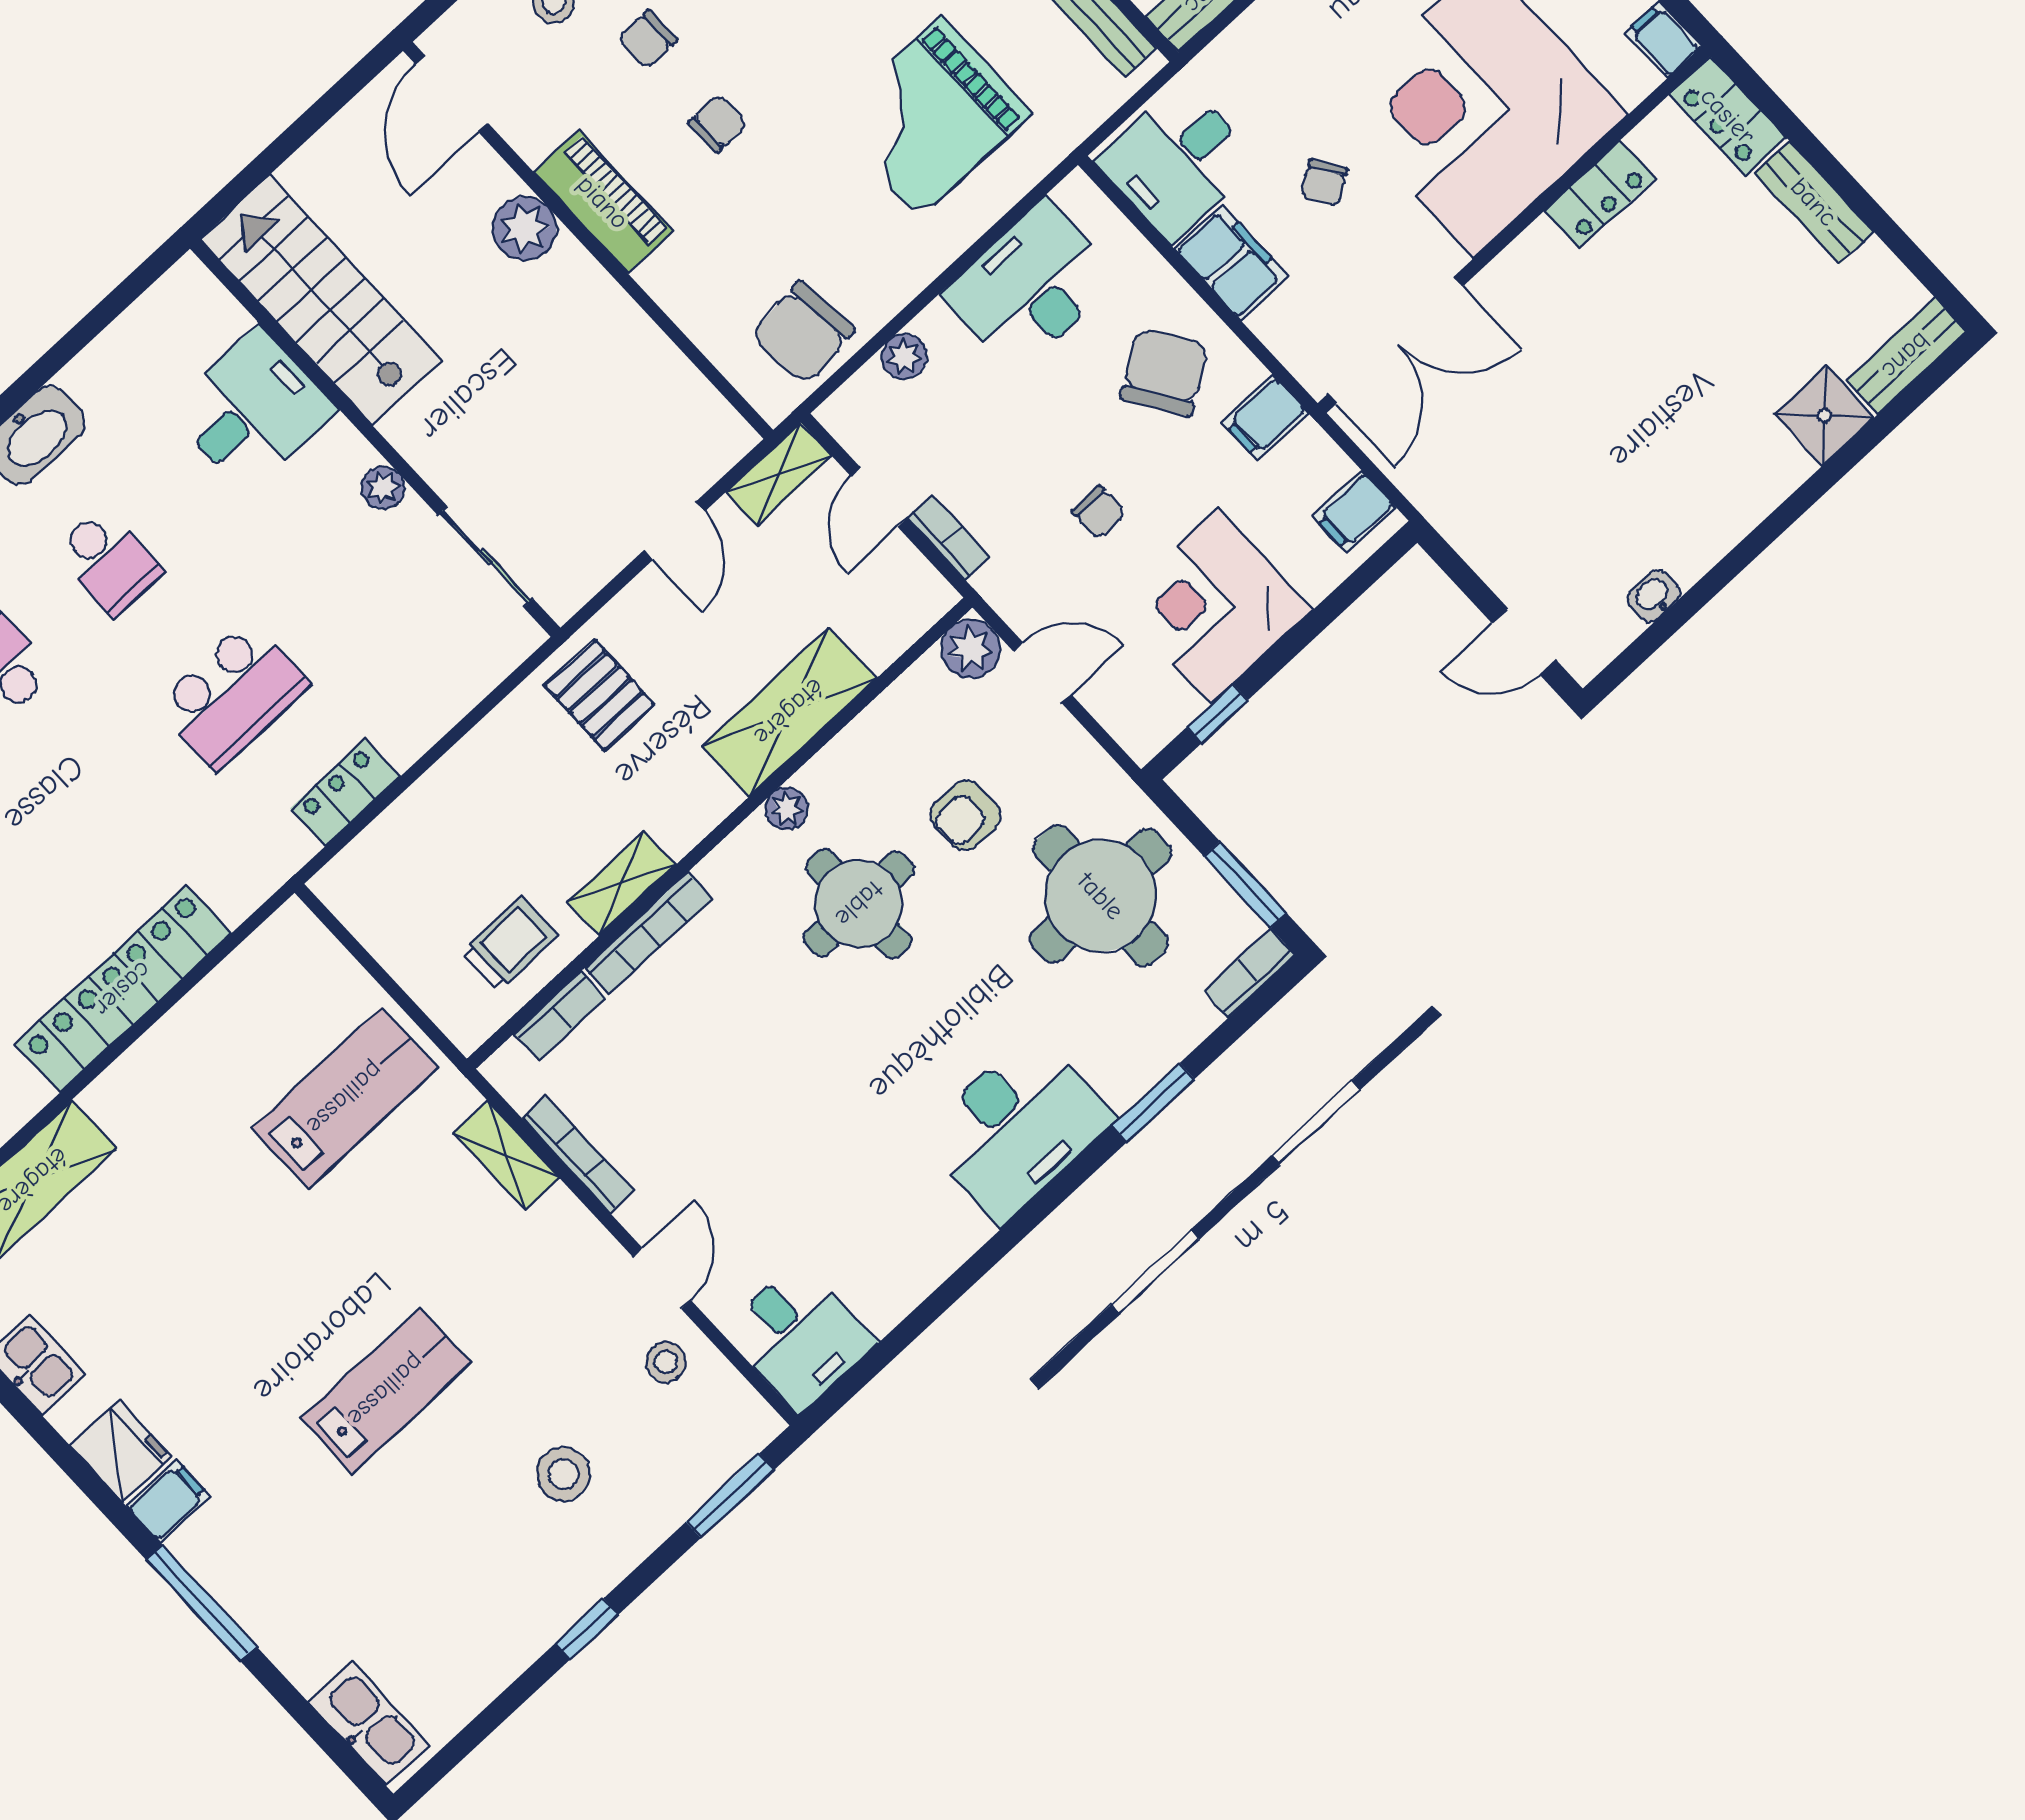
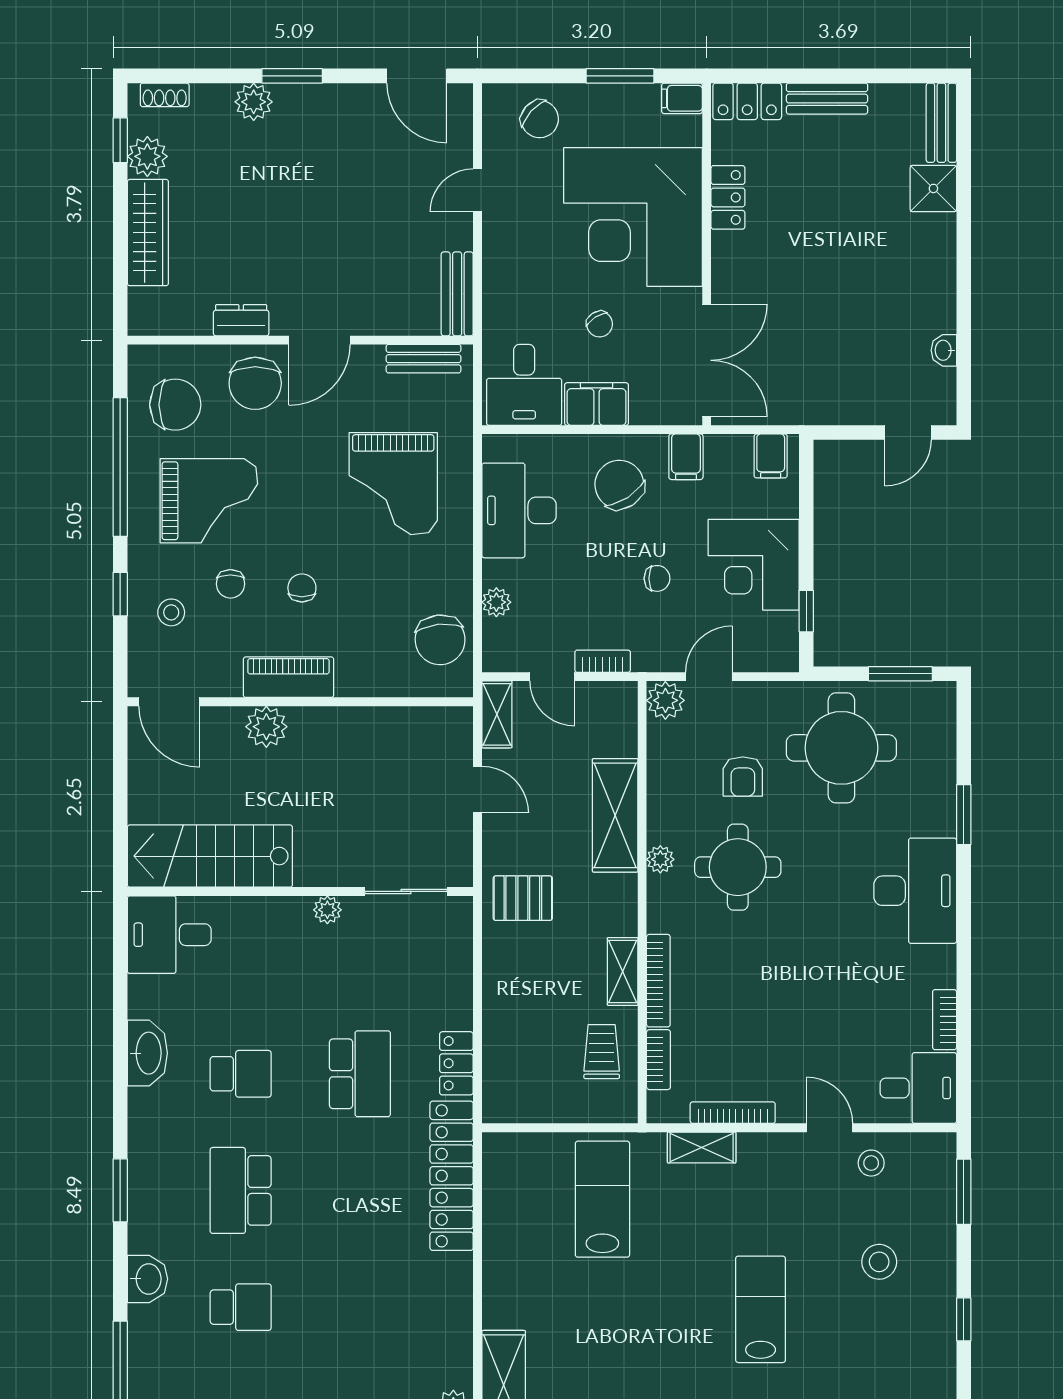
desk: (252, 410) -> (169, 935), moved, turned -90
bookcase: (1250, 973) -> (945, 1020), moved
locker: (123, 989) -> (452, 1176), moved

